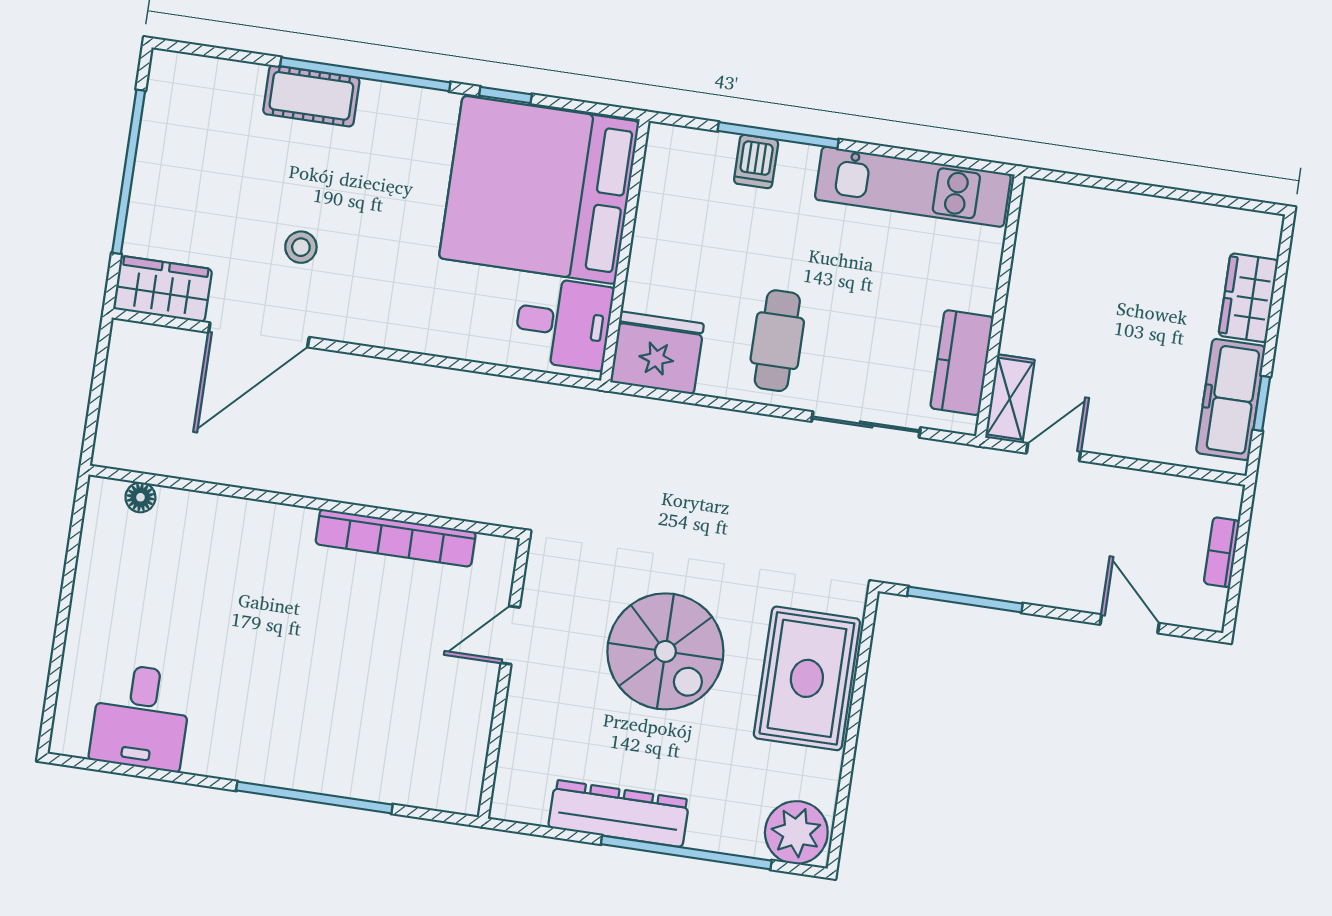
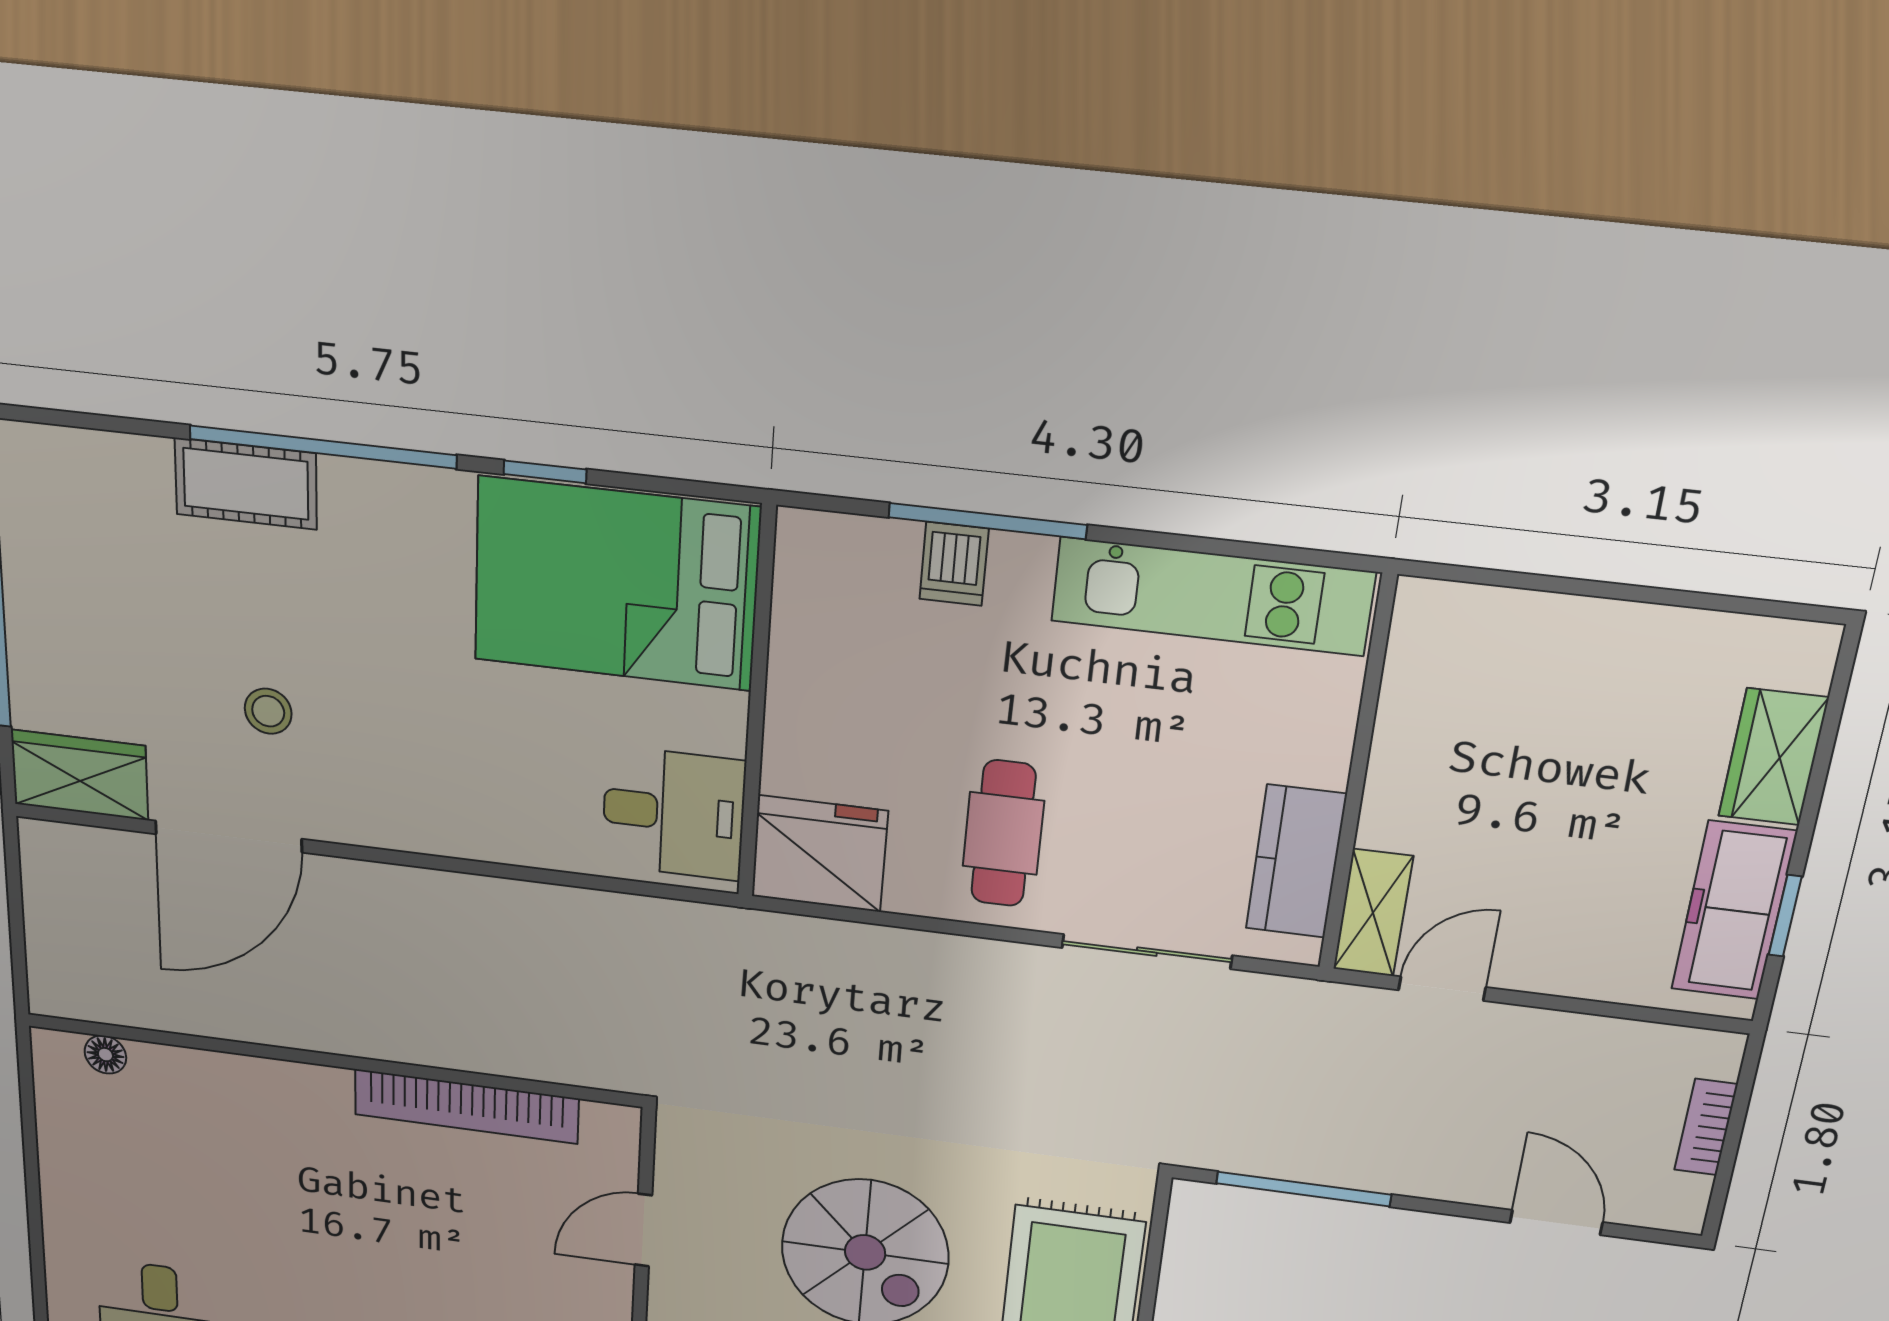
bed: (539, 190) -> (616, 584), width x0.73

